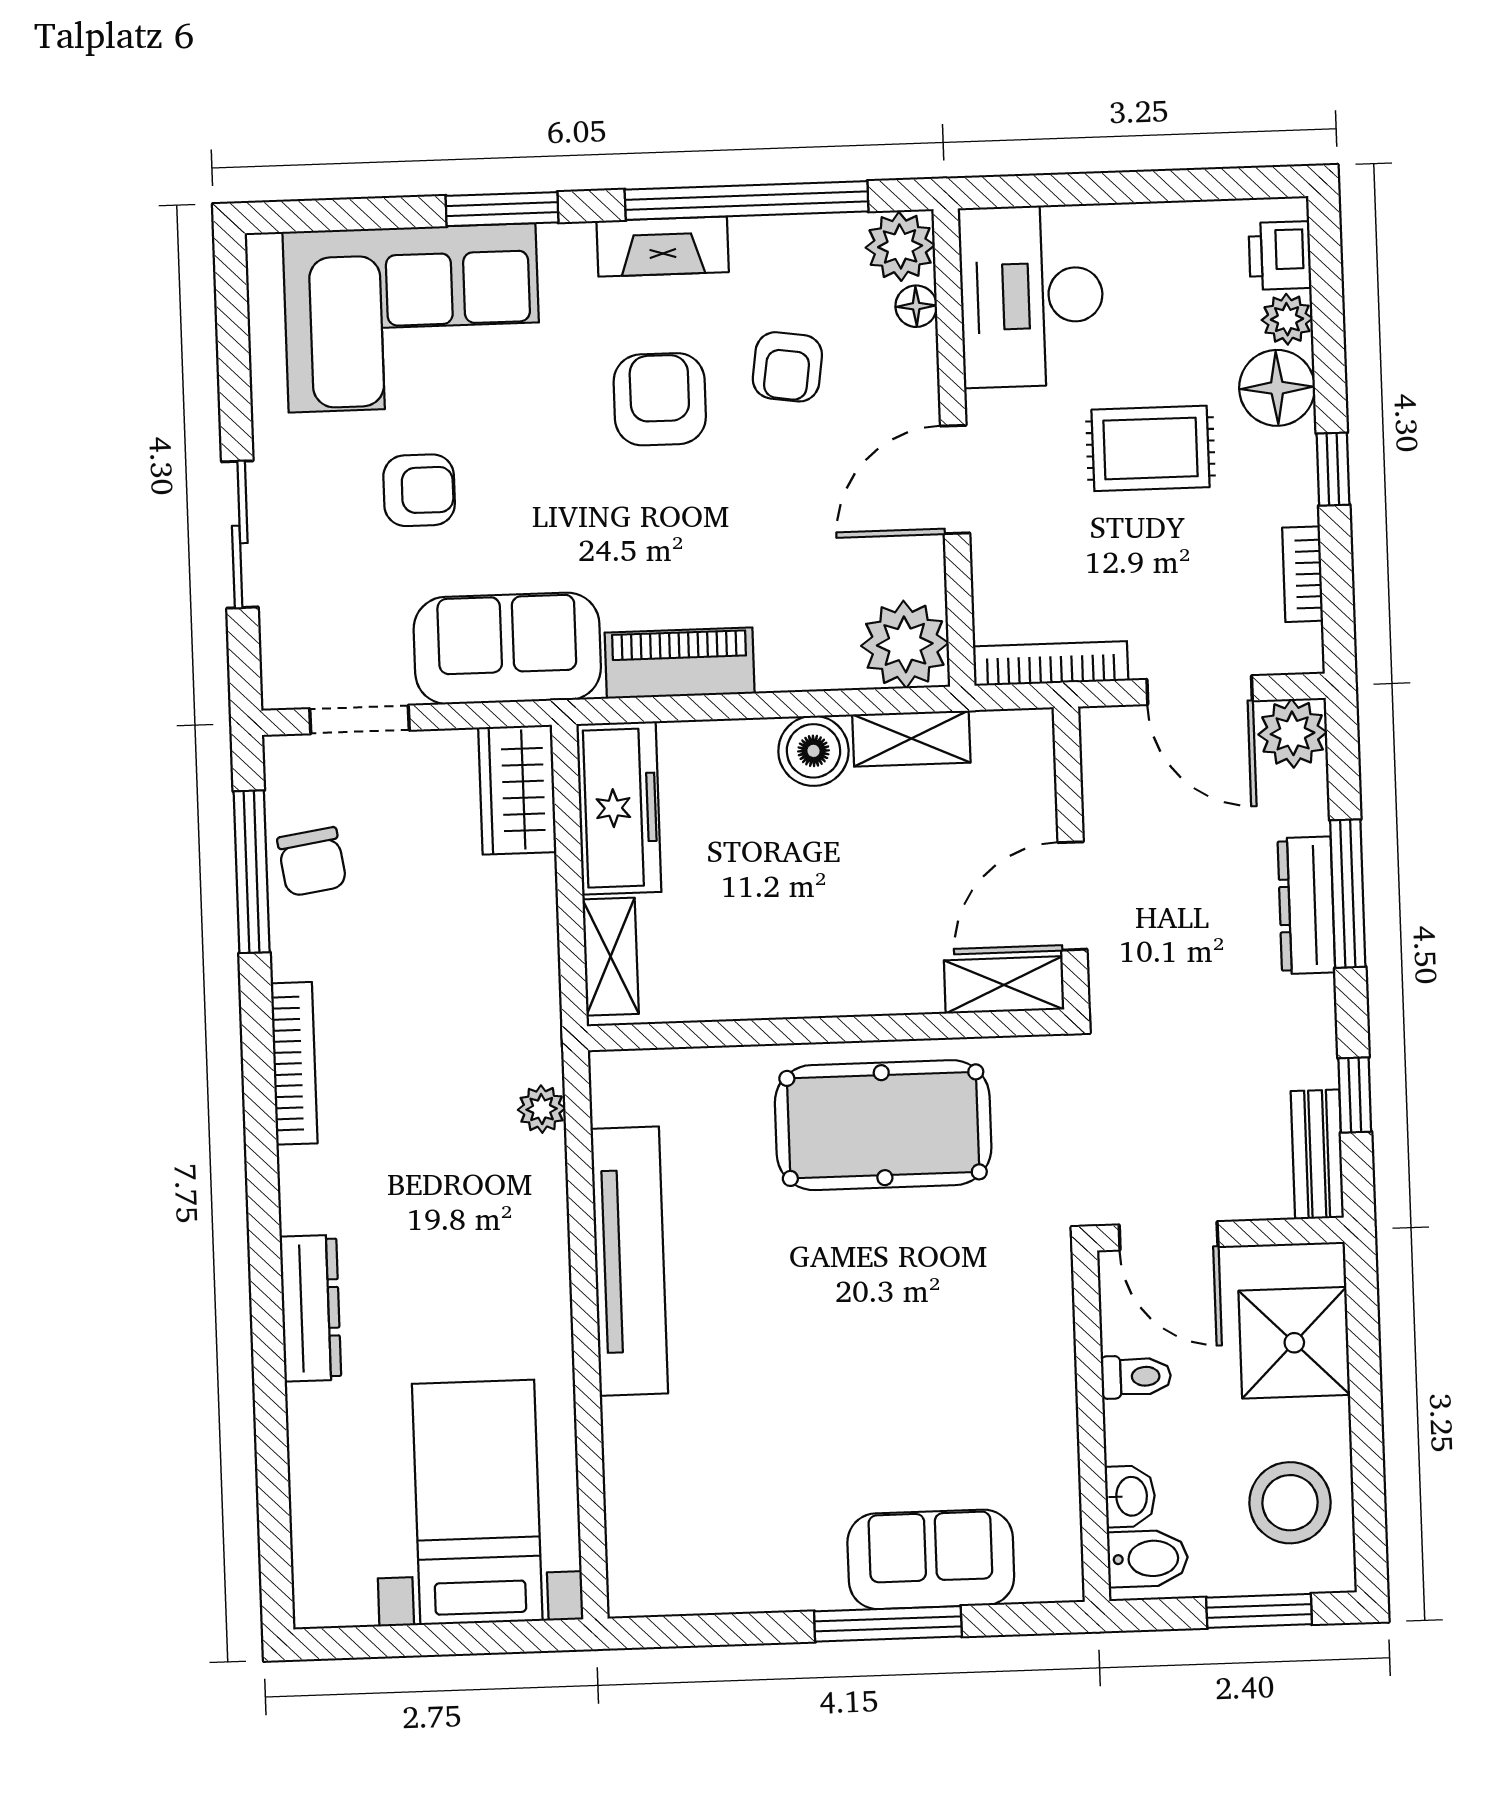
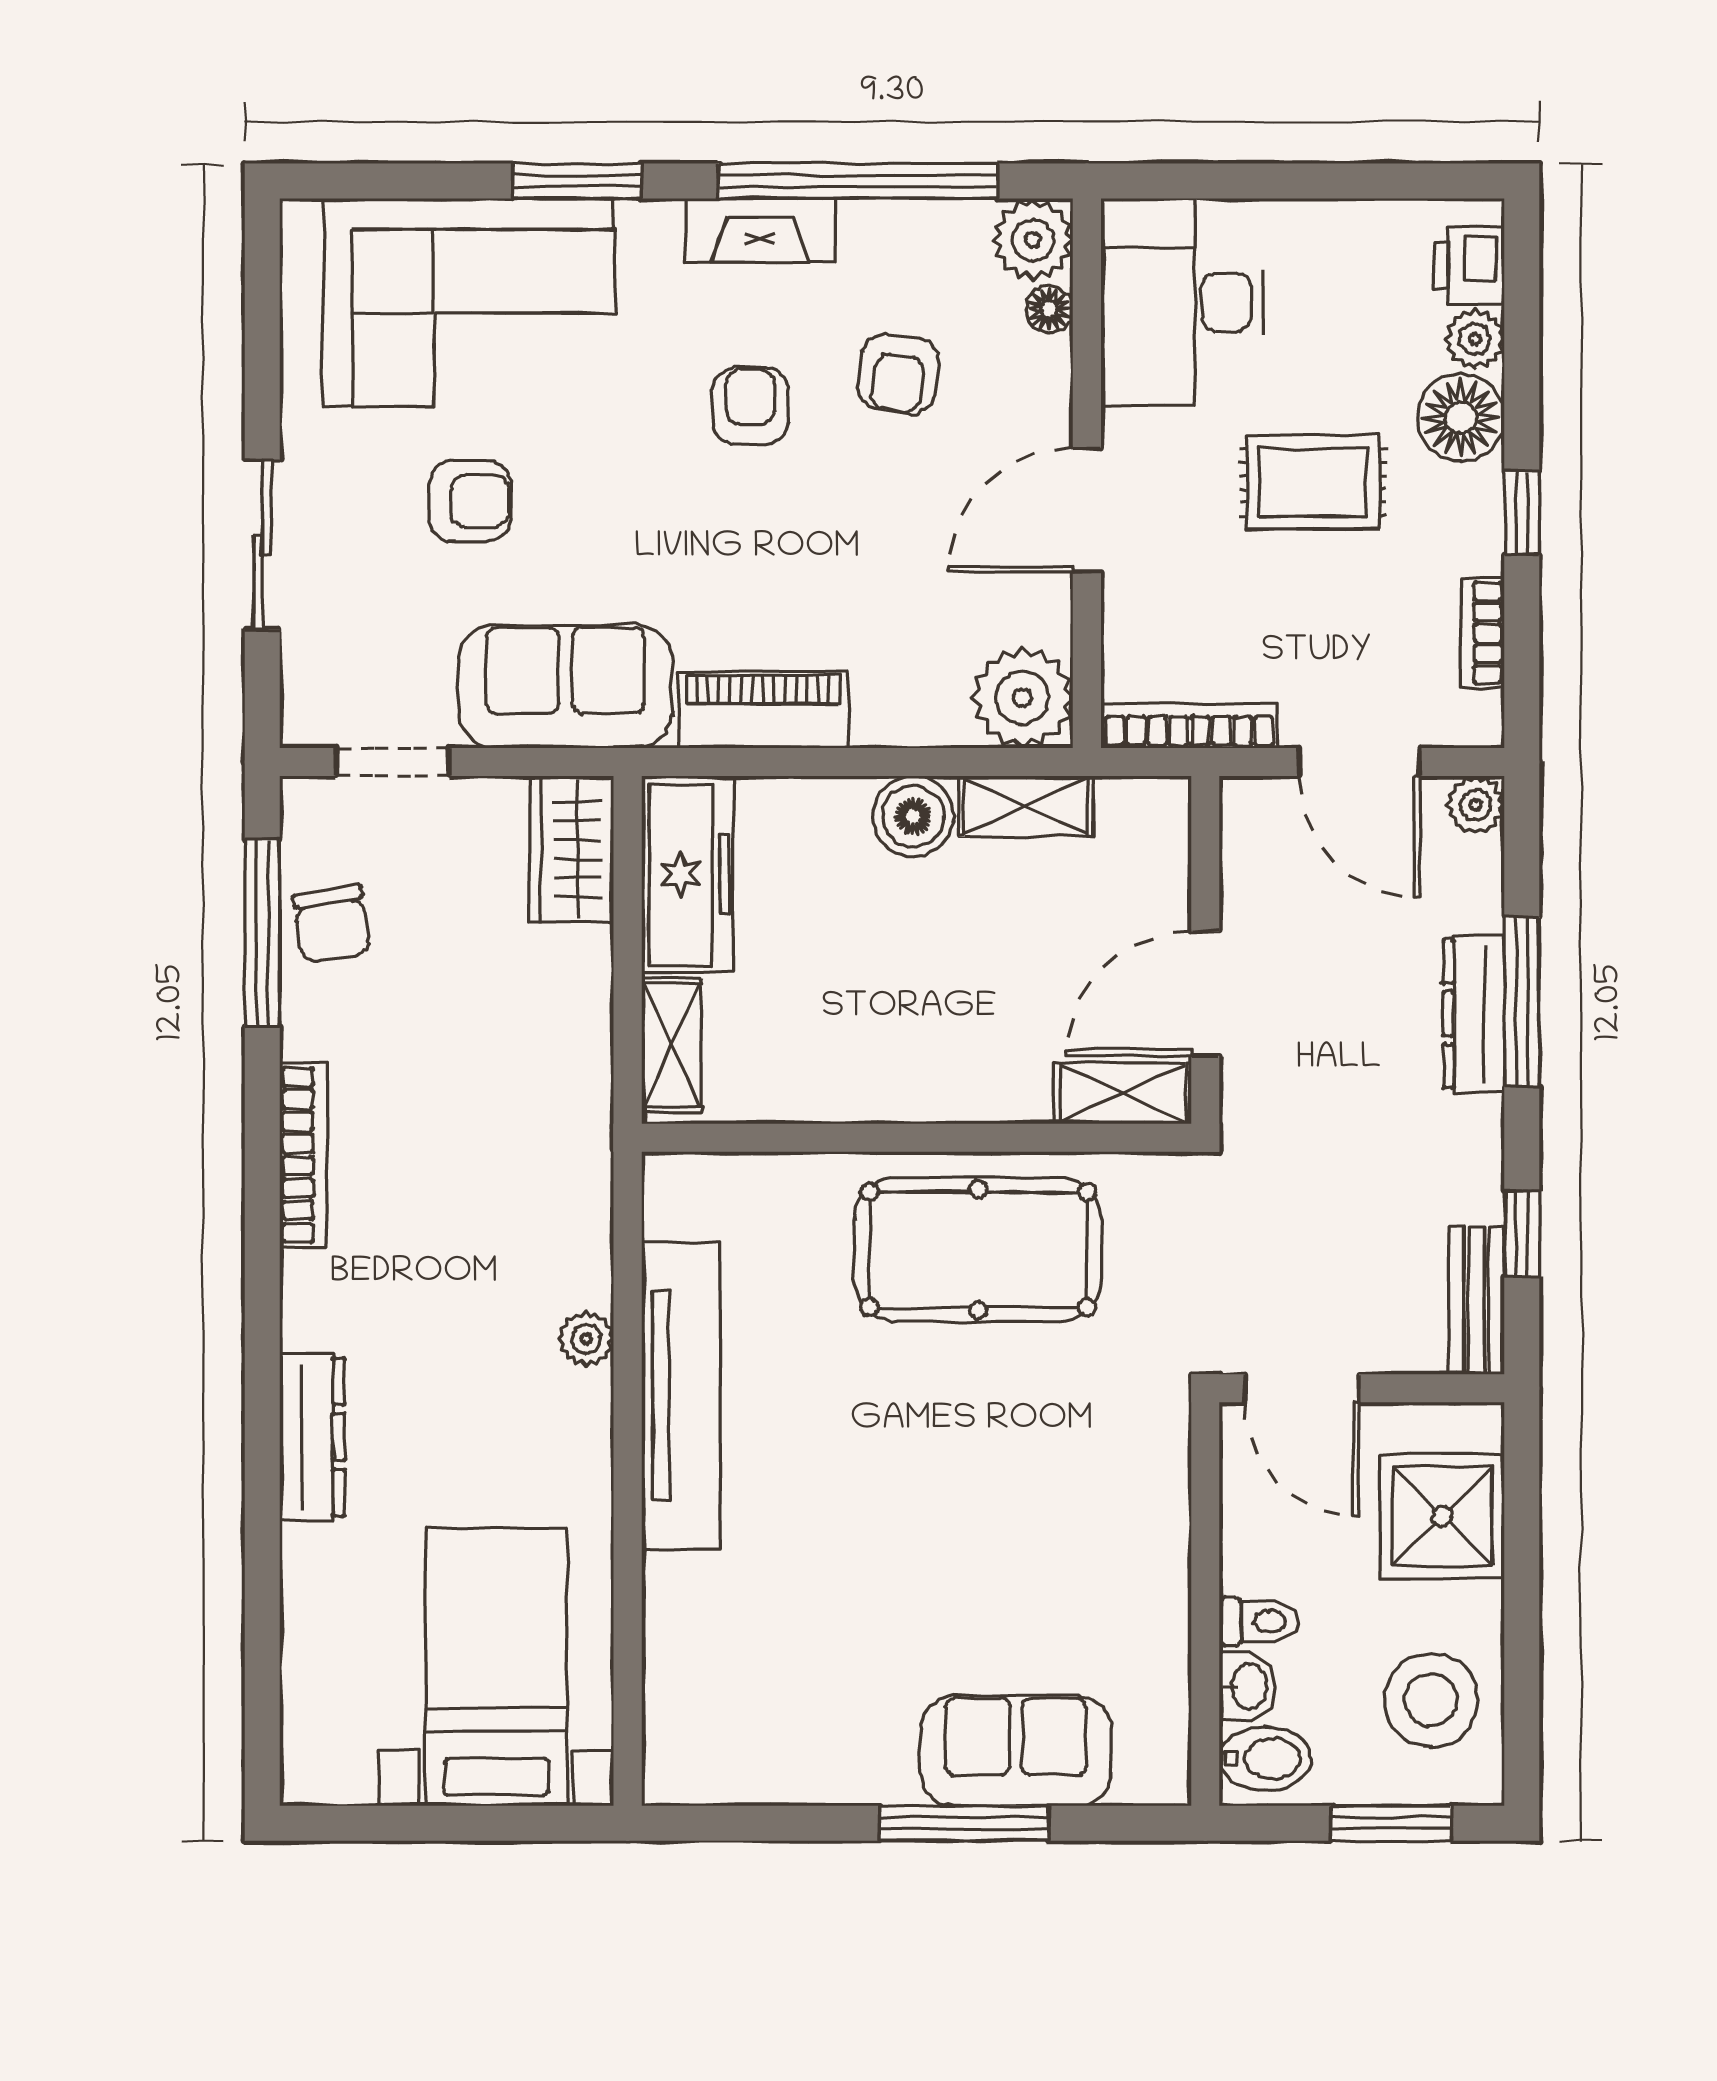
armchair: (660, 399) -> (751, 406), width x0.72, depth x0.72
plant: (1293, 733) -> (1476, 805), width x0.73, depth x0.73
plant: (542, 1109) -> (586, 1339), moved
toilet: (1136, 1377) -> (1259, 1621), moved

